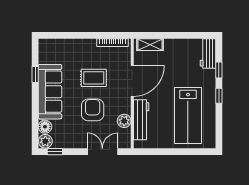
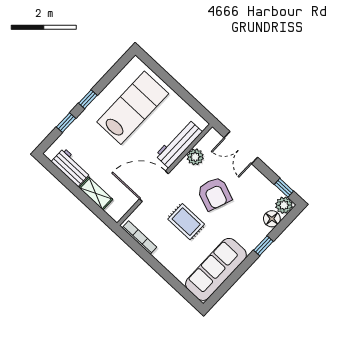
shelving: (150, 45) -> (96, 193), moved
workbench: (208, 54) -> (71, 167), moved, turned -90
window: (35, 74) -> (263, 246), moved
sofa: (50, 92) -> (216, 269), moved
armchair: (93, 110) -> (214, 194), turned -69

